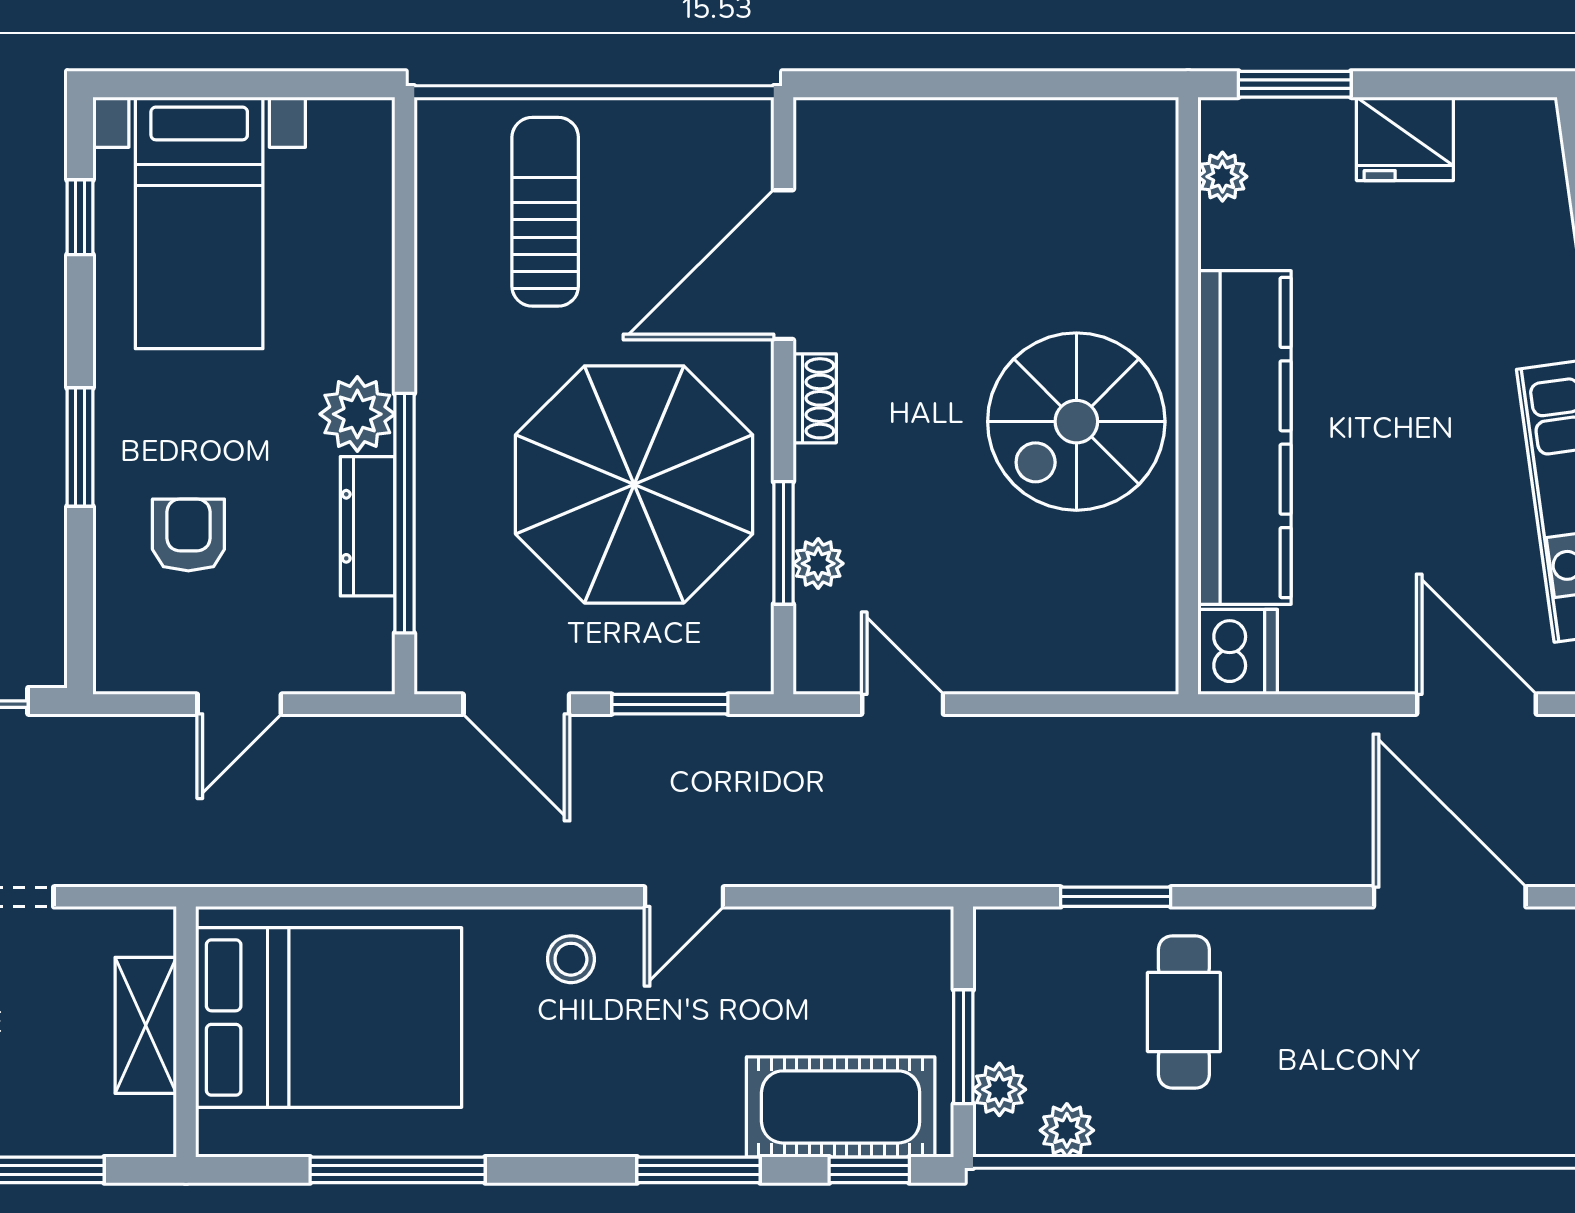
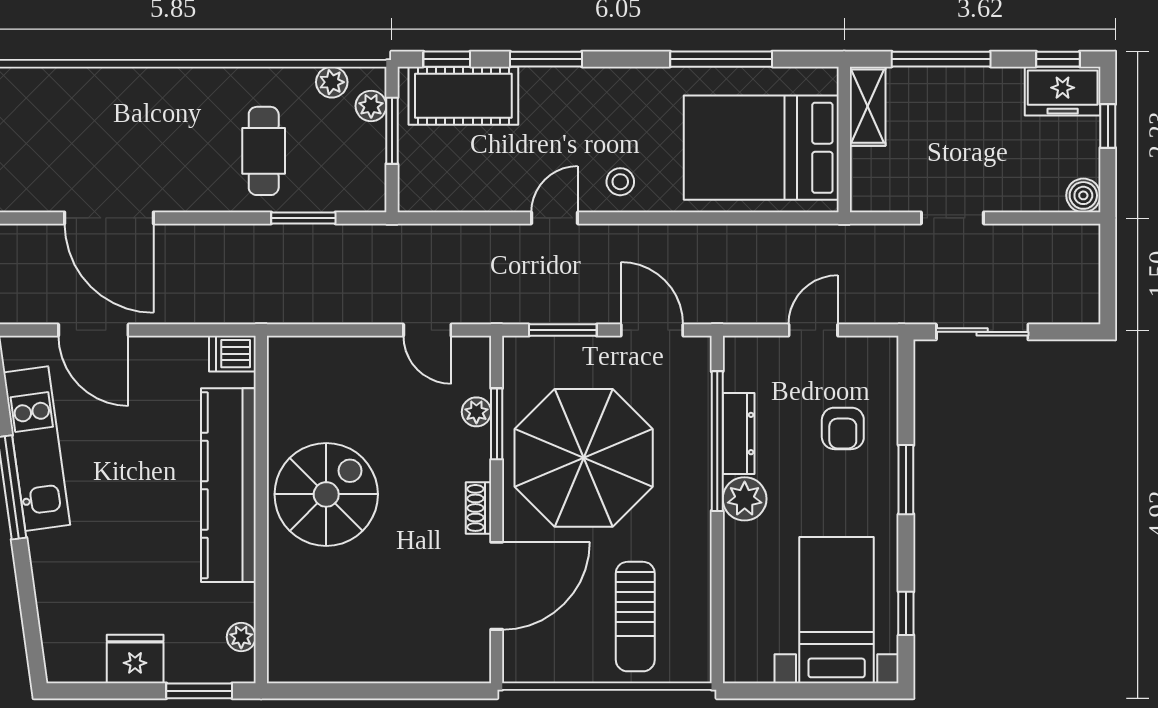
dishwasher: (1238, 652) -> (232, 354), width x0.73
shelving: (146, 1025) -> (868, 106), moved

